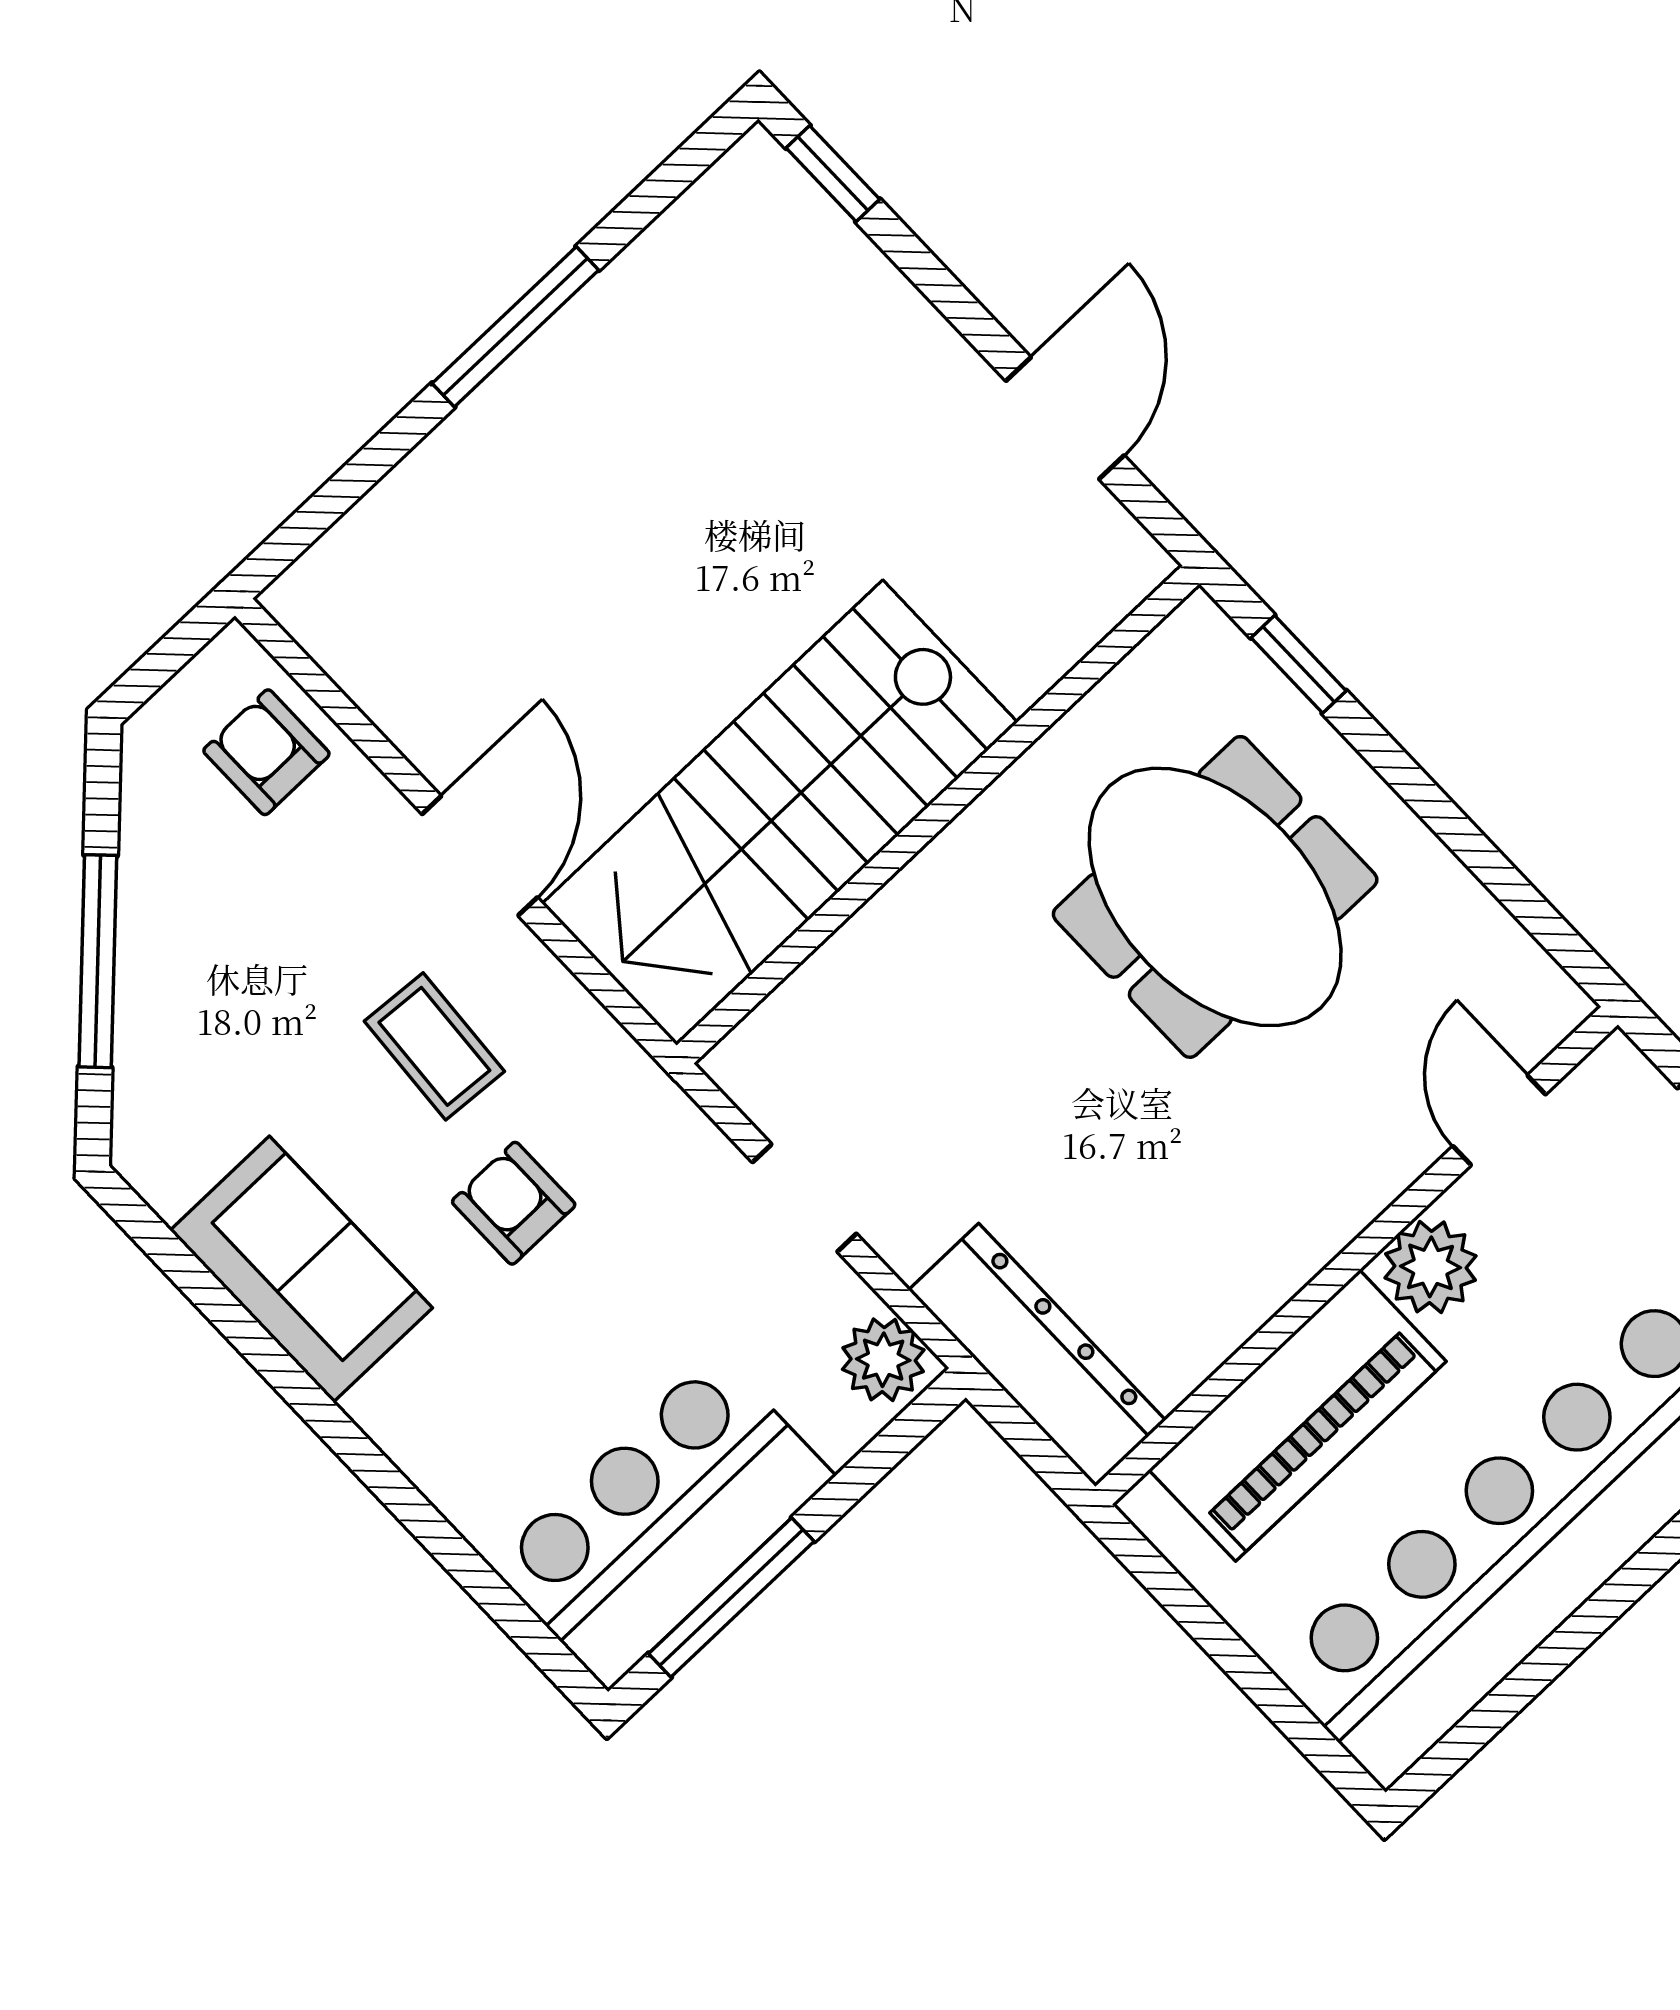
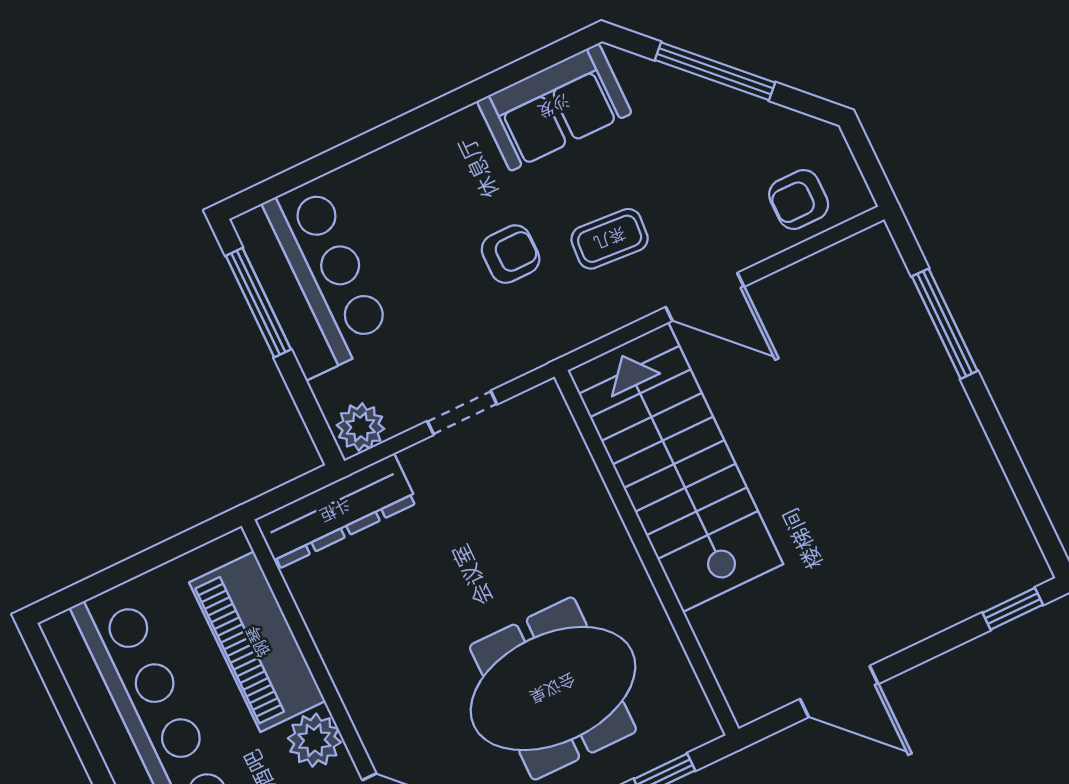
window: (515, 327) -> (945, 324), moved
armchair: (266, 752) -> (799, 199), turned 180
sofa: (301, 1269) -> (554, 107), moved

